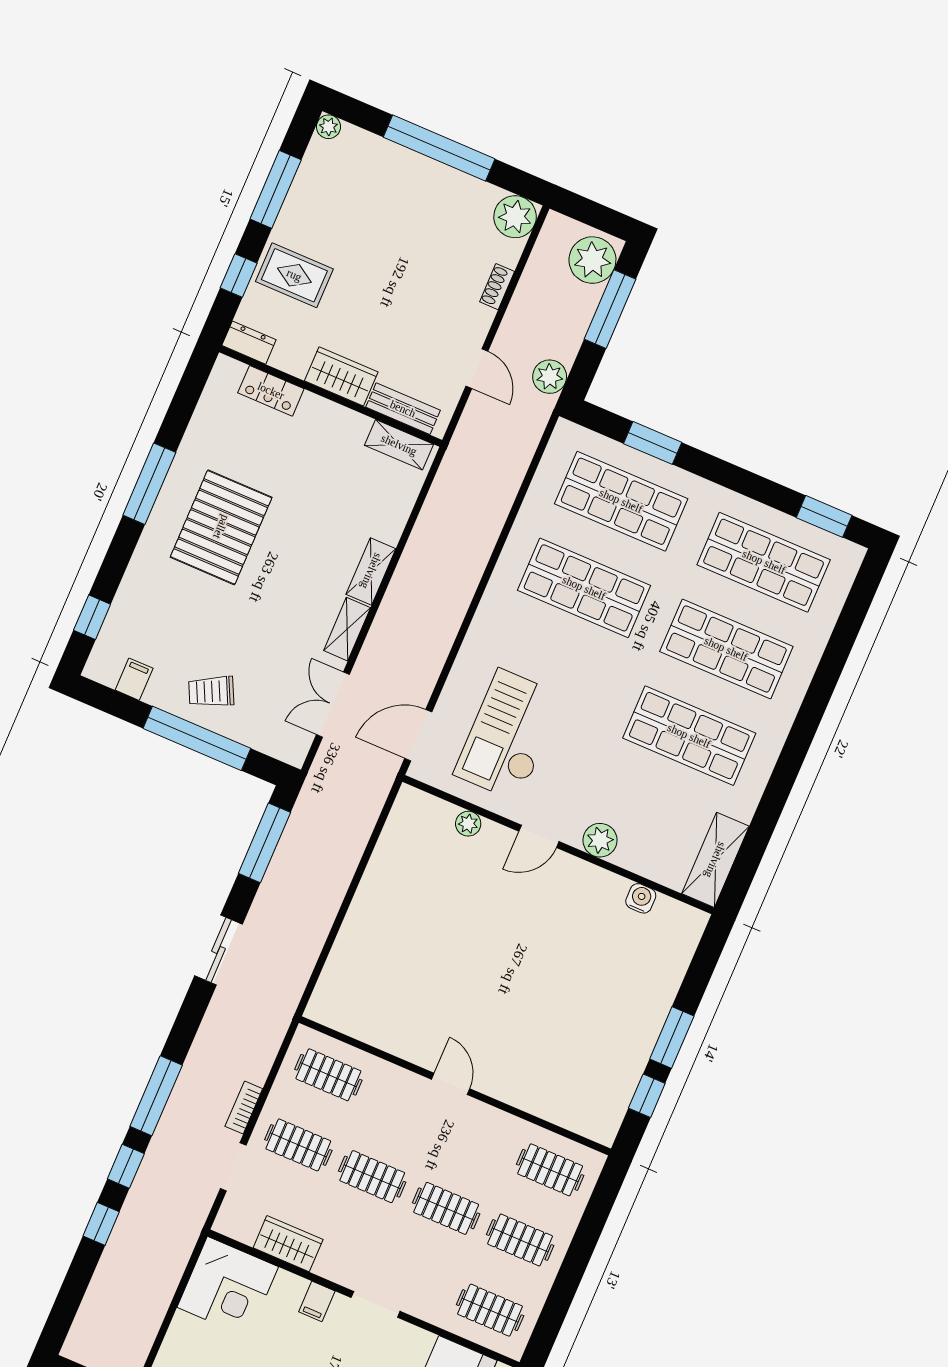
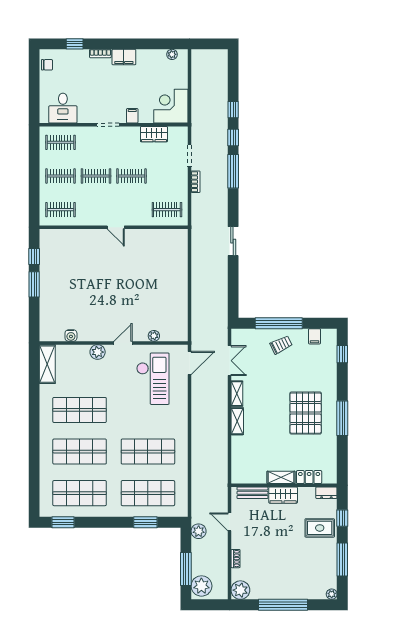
shelving: (399, 445) -> (281, 477), moved
window: (264, 843) -> (233, 293), removed
clothes rail: (298, 1145) -> (167, 176), removed

